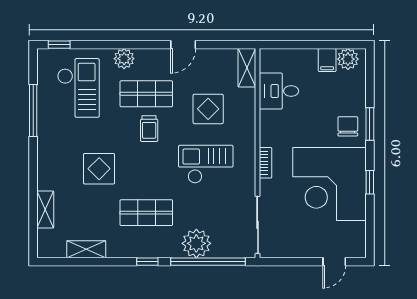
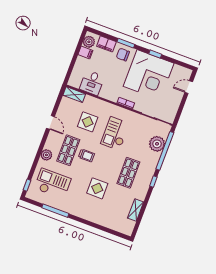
filing cabinet: (356, 91) -> (106, 44), added
shelving: (45, 210) -> (108, 223), removed
plant: (196, 243) -> (157, 144), moved
door: (334, 262) -> (189, 87), swing flipped

